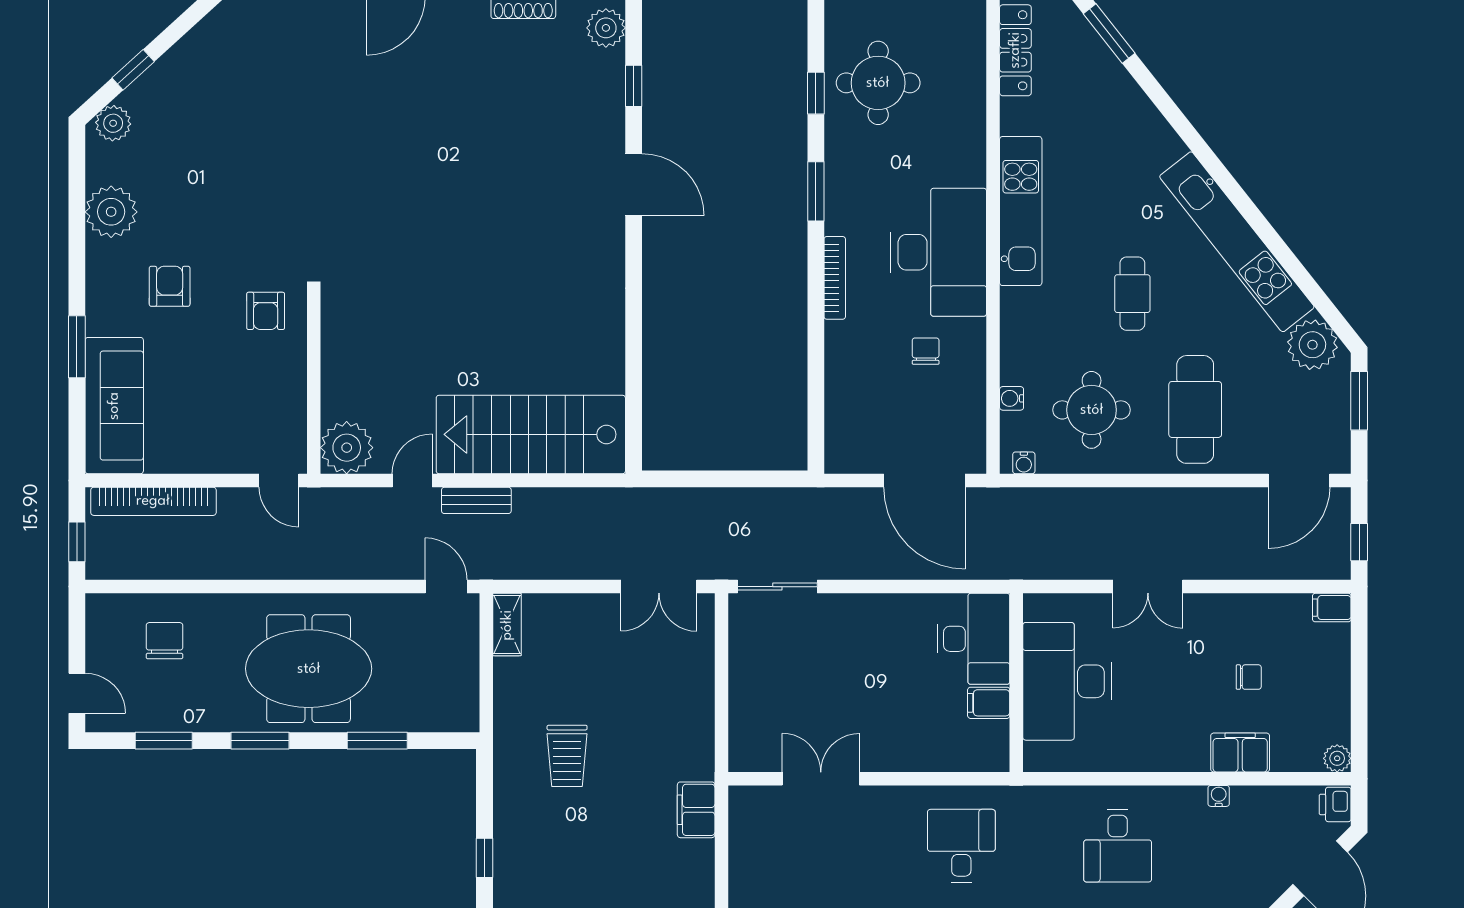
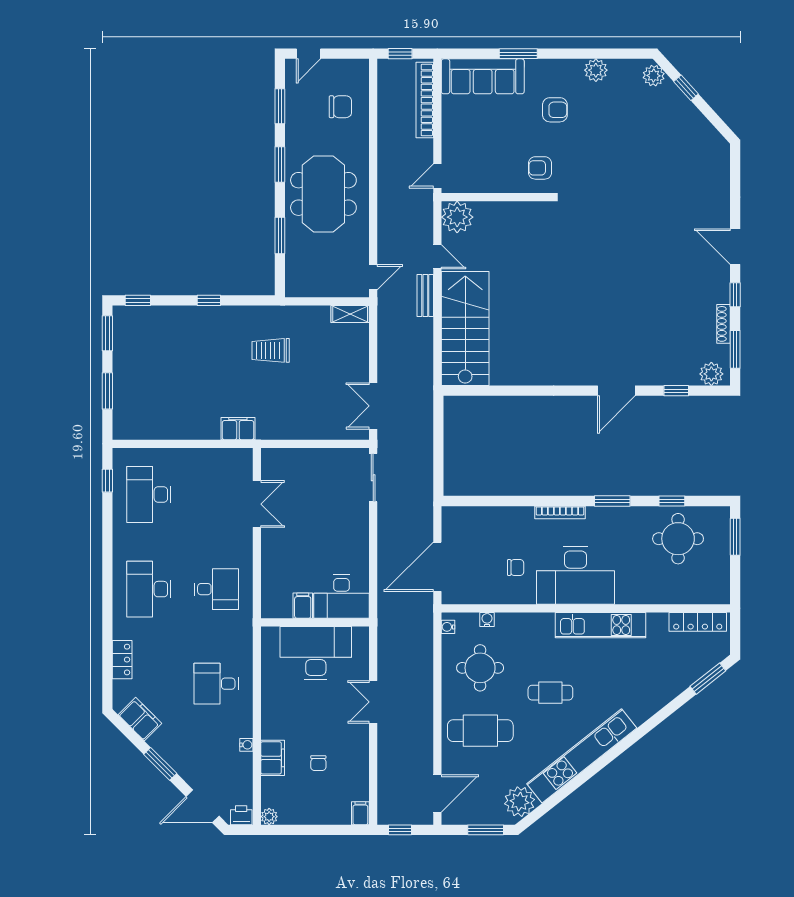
plant: (111, 212) -> (596, 70), width x0.73, depth x0.73
door: (1299, 480) -> (437, 793), swing flipped

